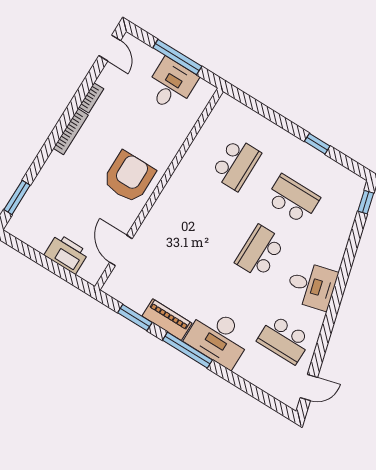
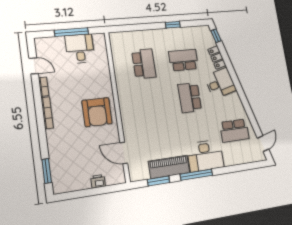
door: (110, 48) -> (34, 66), moved
armchair: (129, 177) -> (97, 112), turned 180
locker: (342, 231) -> (217, 57), added
printer: (66, 254) -> (98, 181), width x0.53, depth x0.68
desk: (312, 286) -> (220, 83), moved
piano: (167, 320) -> (169, 167), width x1.37, depth x1.33

